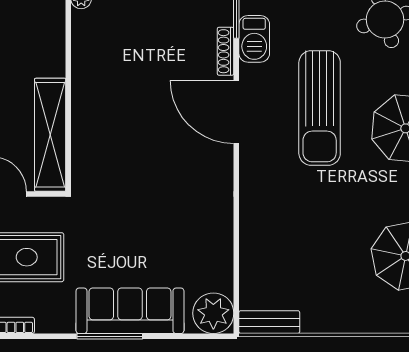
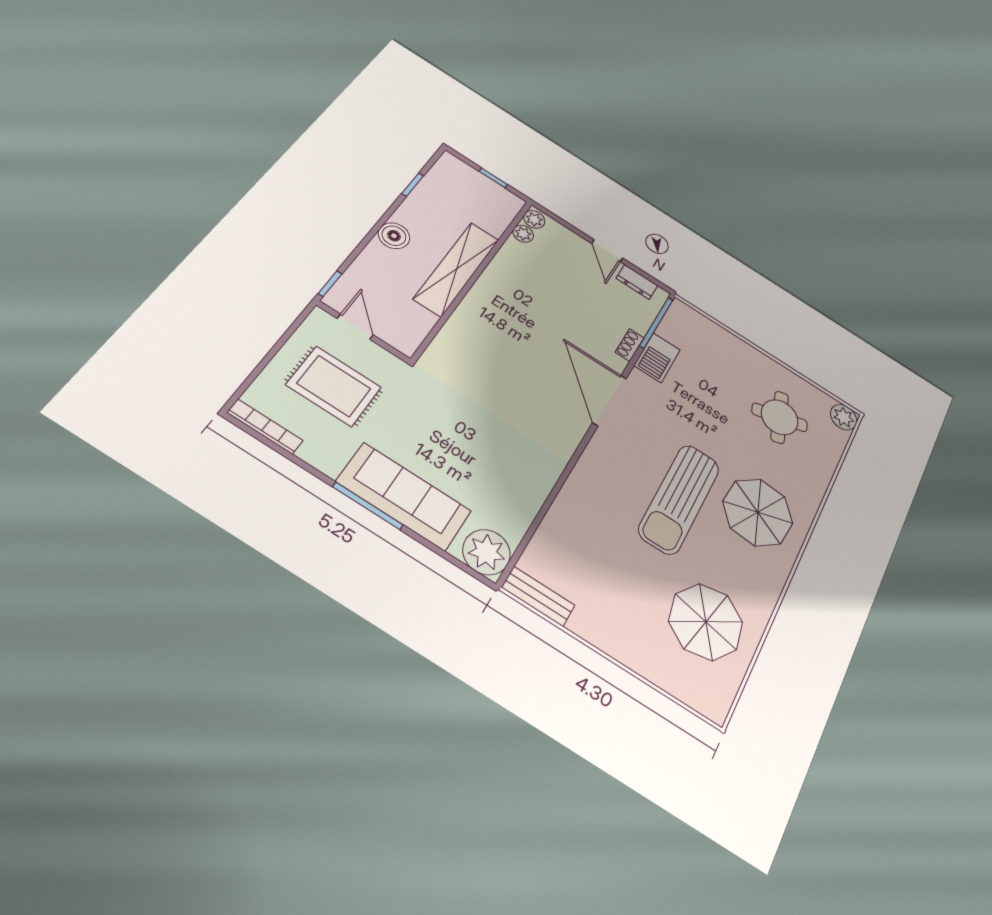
shoe rack: (226, 51) -> (630, 345), width x0.70
sun lounger: (320, 108) -> (679, 499), moved
shelving: (50, 135) -> (457, 269), moved

